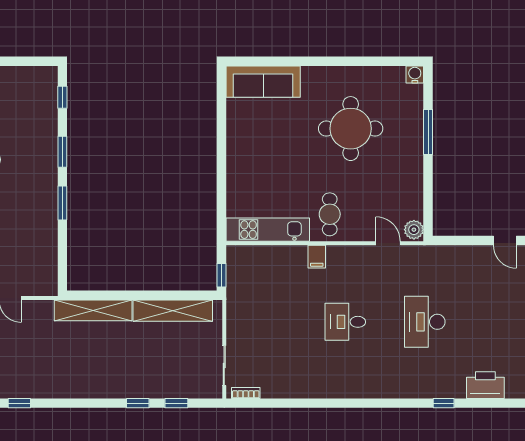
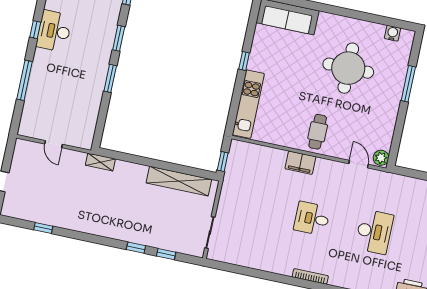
water cooler: (415, 74) -> (393, 33), moved
window: (221, 147) -> (244, 61), added
kitchen unit: (268, 230) -> (248, 104), moved, turned 90
filing cabinet: (317, 257) -> (300, 163), width x2.00
shelving: (93, 310) -> (100, 162), width x0.45, depth x0.75
desk: (425, 322) -> (374, 232), turned 180
bookcase: (246, 393) -> (310, 276), moved, width x1.56

